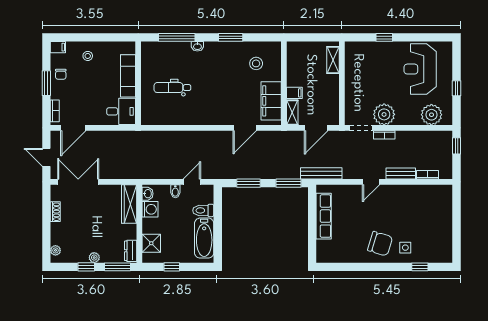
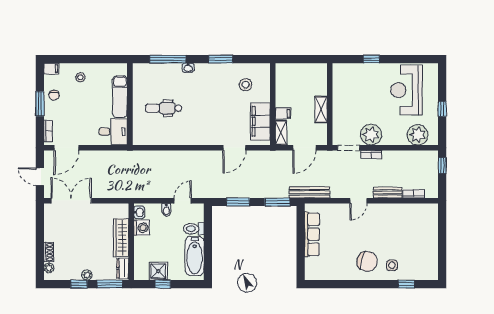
shelving: (333, 60) -> (321, 110), moved
wardrobe: (129, 204) -> (121, 238), moved
shoe rack: (55, 212) -> (49, 252), moved
shower: (151, 243) -> (158, 271), moved

